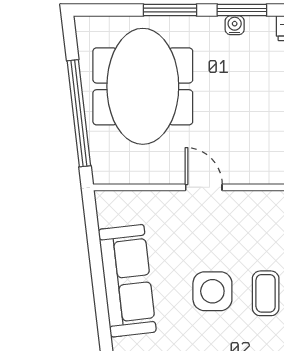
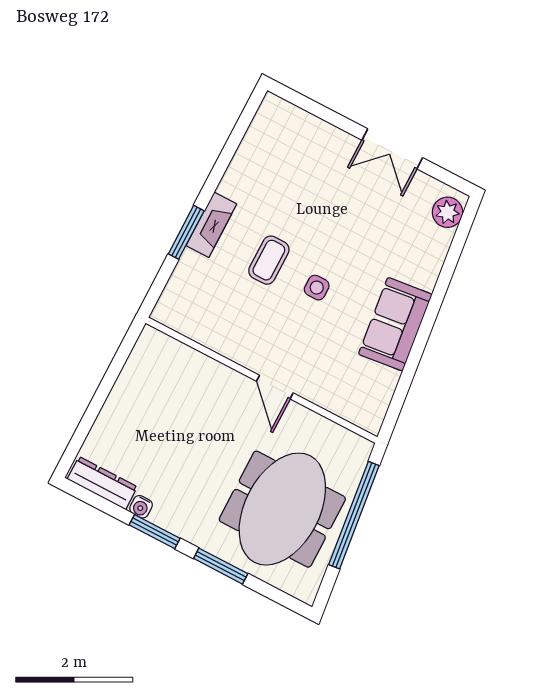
water cooler: (235, 25) -> (141, 507), moved
sofa: (127, 281) -> (395, 324), width x0.73
side table: (212, 291) -> (317, 288), width x0.54, depth x0.54

